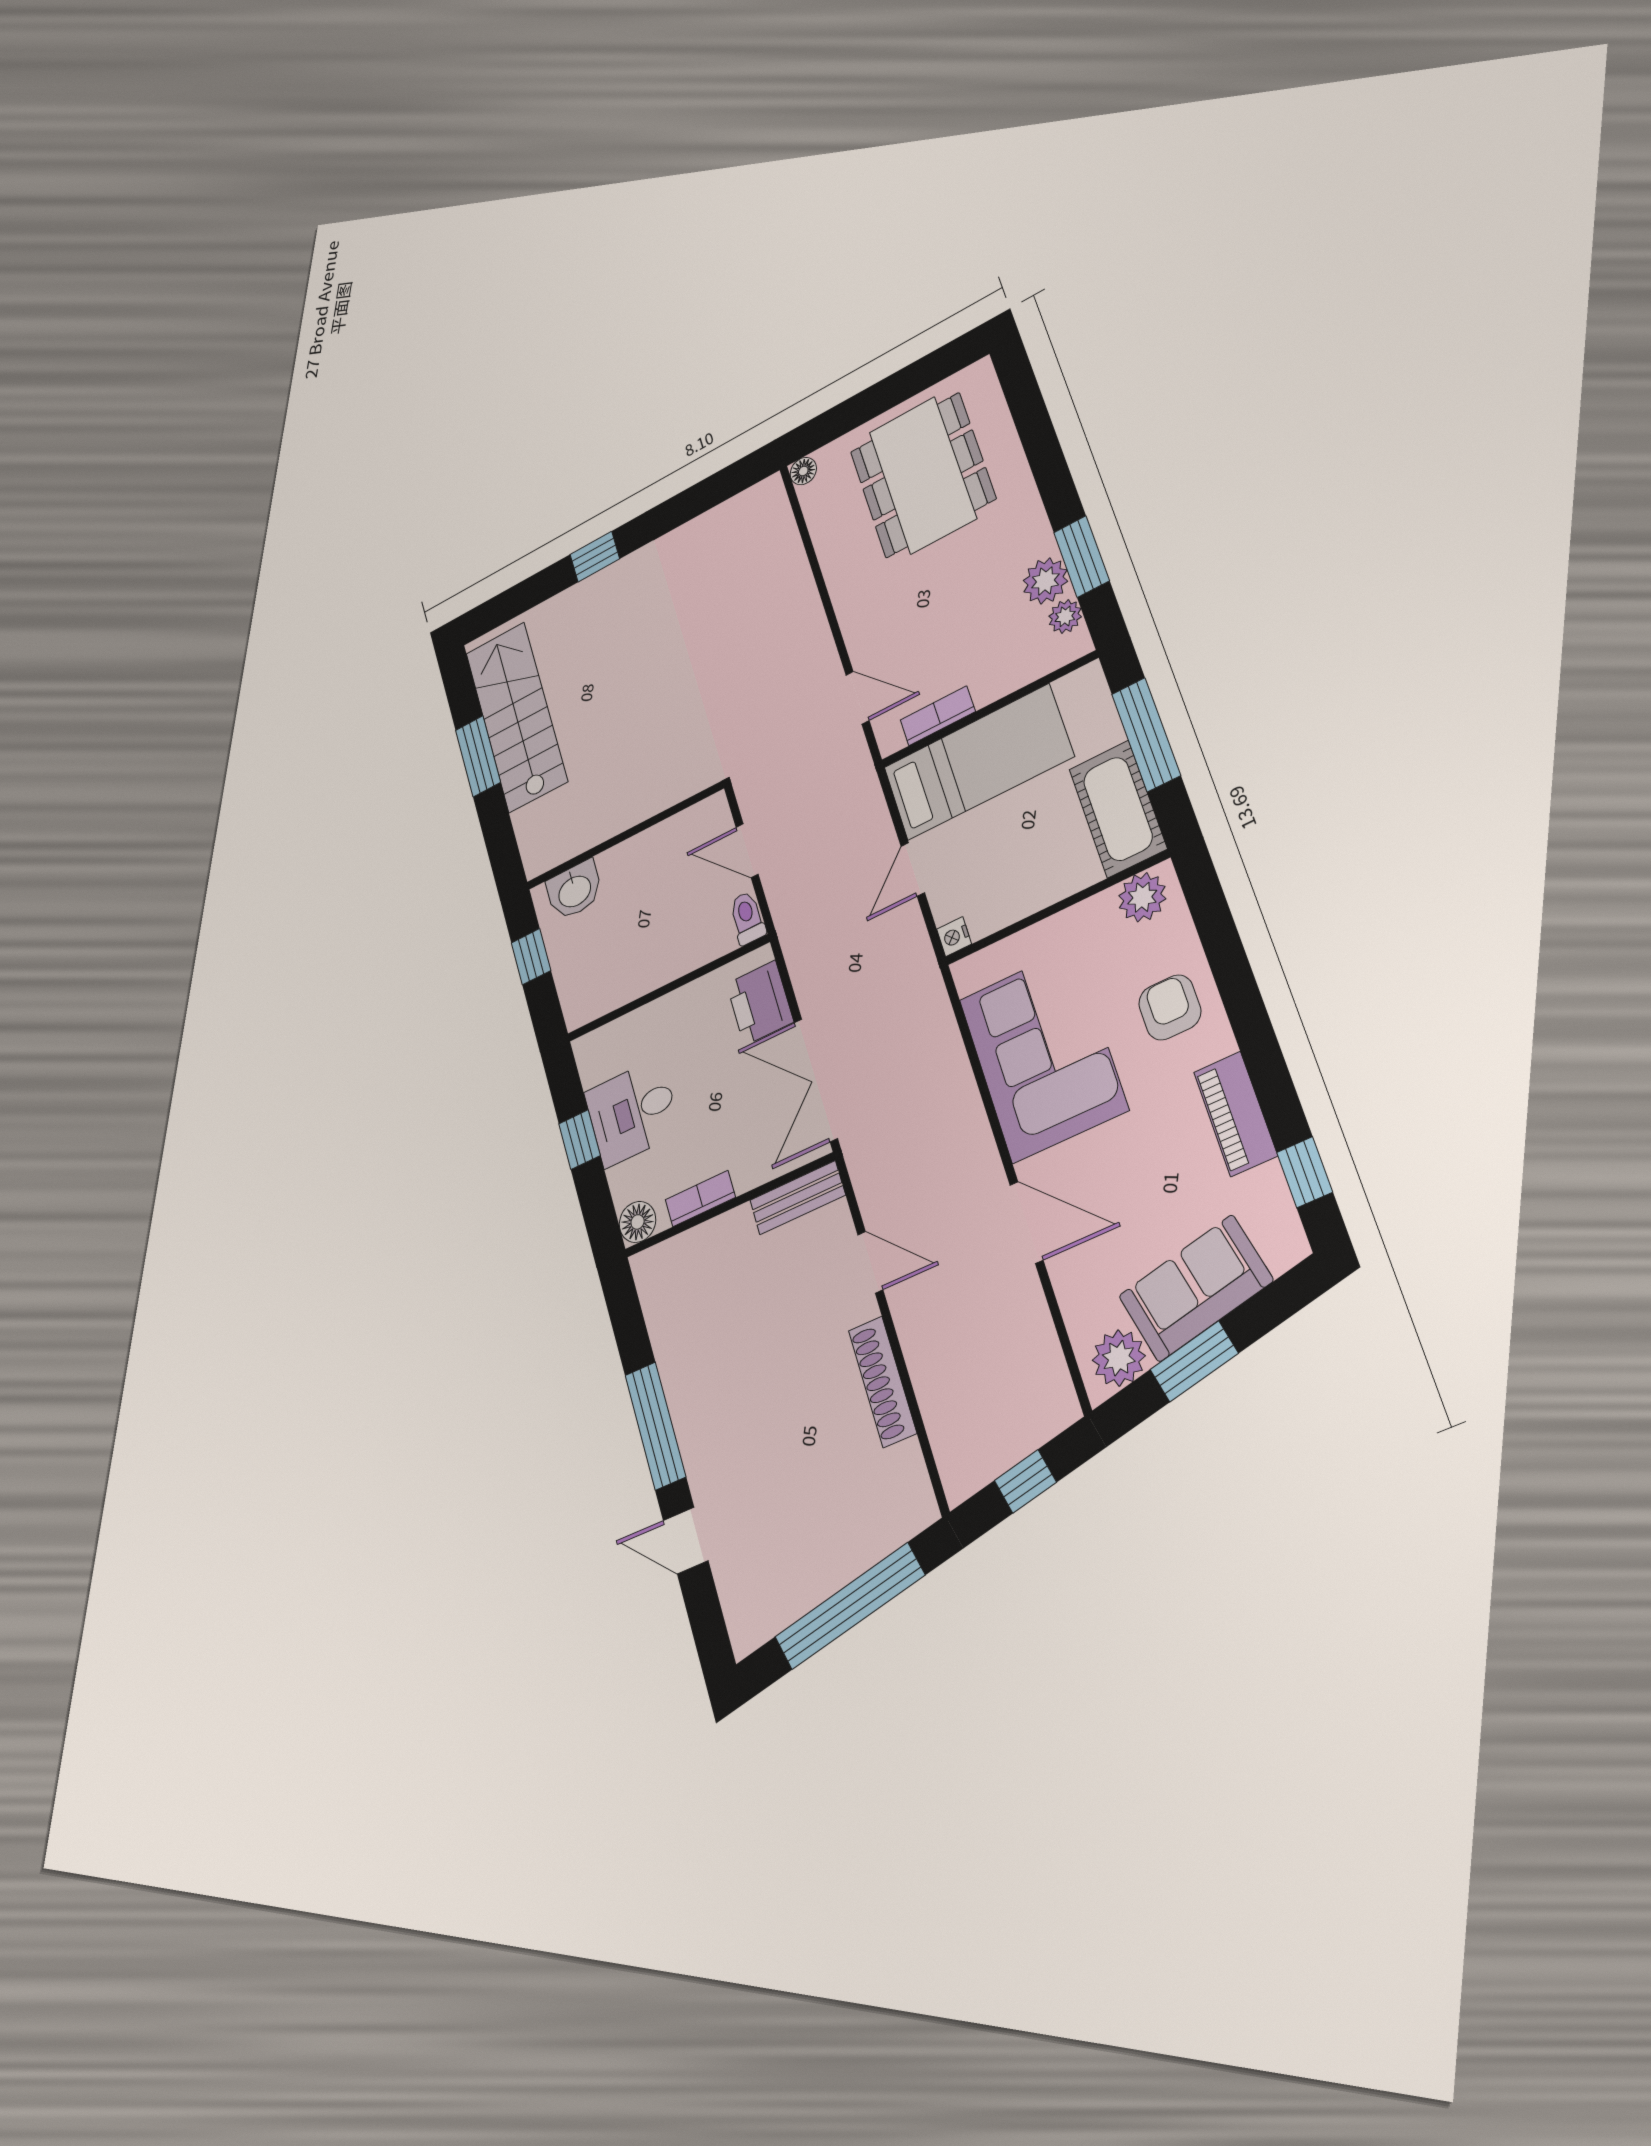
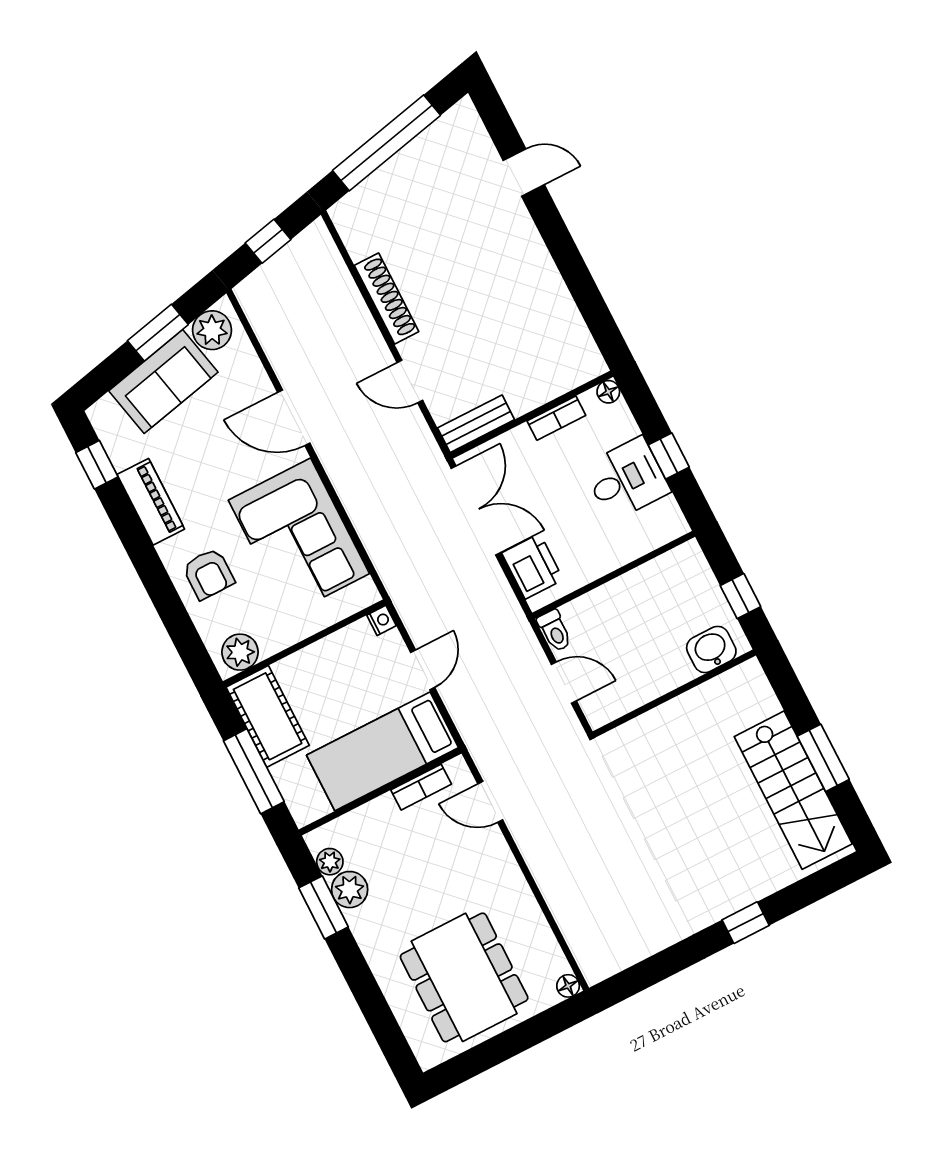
floor lamp: (638, 1222) -> (608, 392), width x0.73, depth x0.73
window: (655, 1426) -> (564, 251), removed

